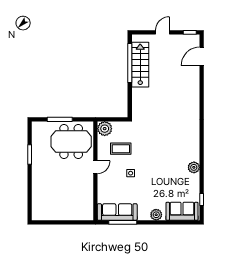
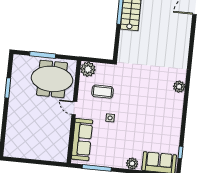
door: (95, 167) -> (74, 108), swing flipped
plant: (194, 167) -> (179, 87), moved
sofa: (117, 212) -> (82, 140), moved, turned 90

